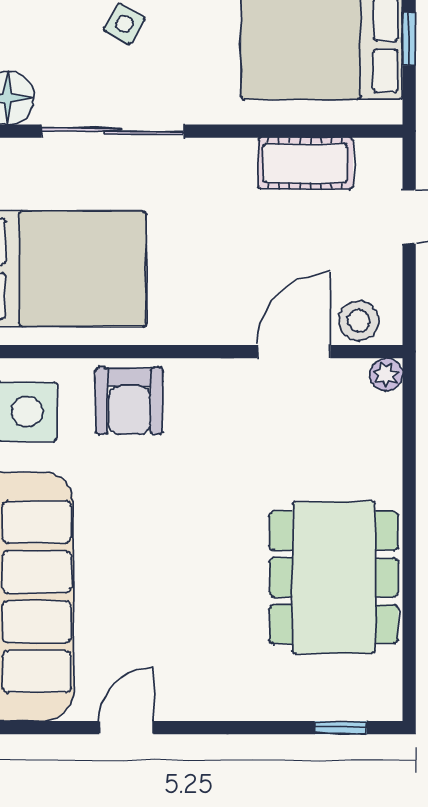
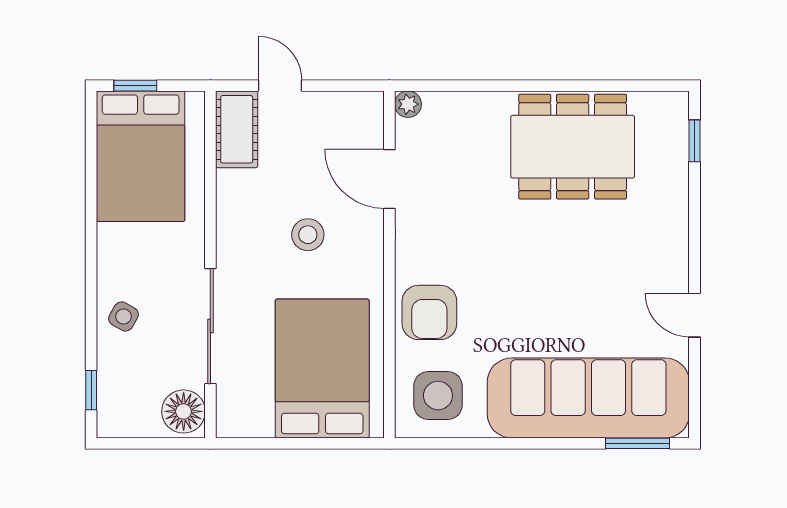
cot: (305, 163) -> (237, 129), moved
stool: (359, 321) -> (308, 235), moved
armchair: (129, 401) -> (429, 312), turned 90

